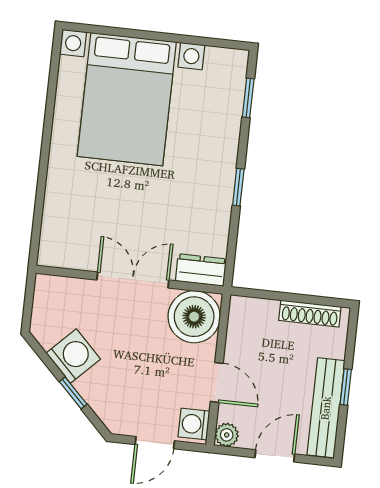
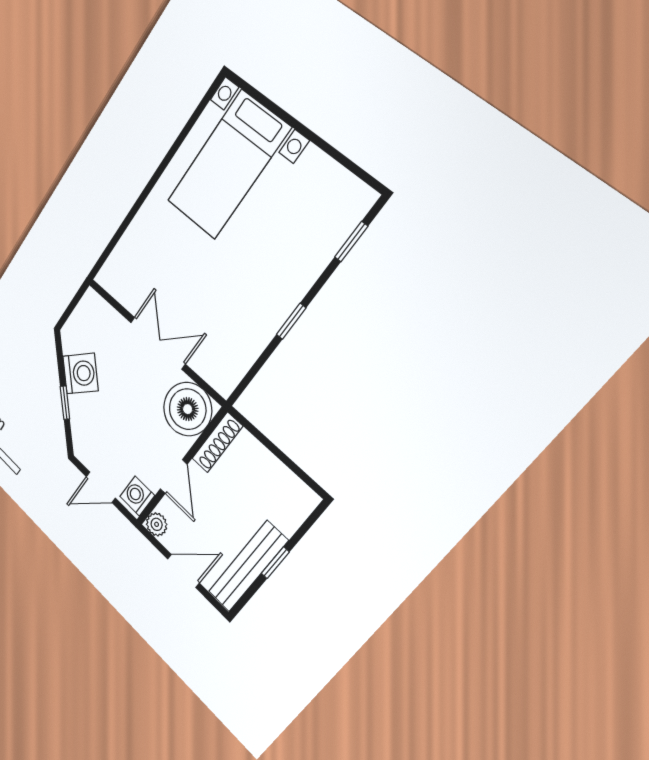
bed with nightstands: (127, 99) -> (228, 165), width x0.73
dresser: (201, 270) -> (216, 373), removed
shoe rack: (310, 314) -> (217, 442), moved, turned -90

